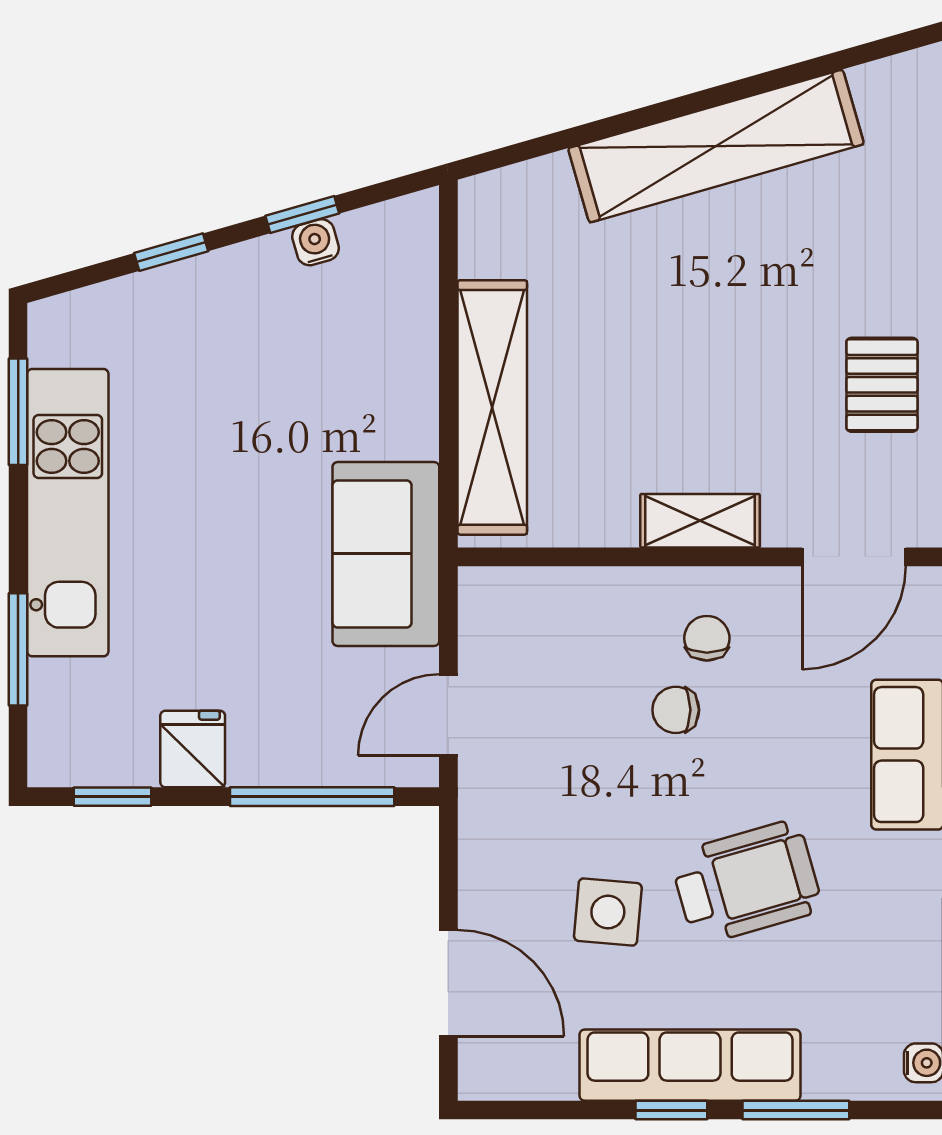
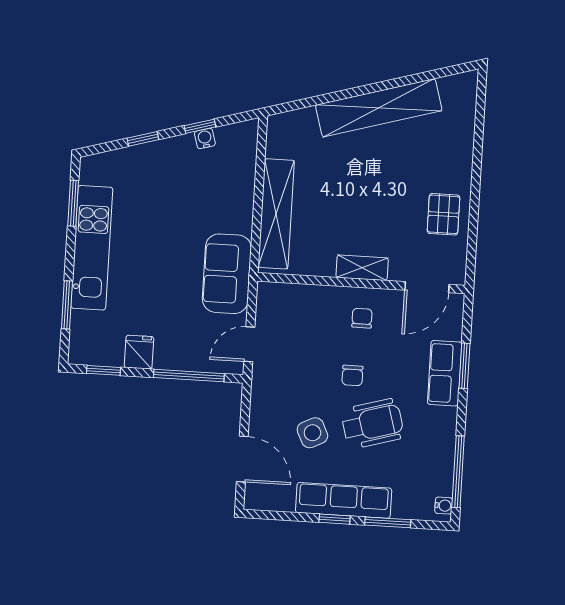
chair: (676, 710) -> (352, 375), moved, turned -90
side table: (608, 912) -> (312, 433), turned -31

